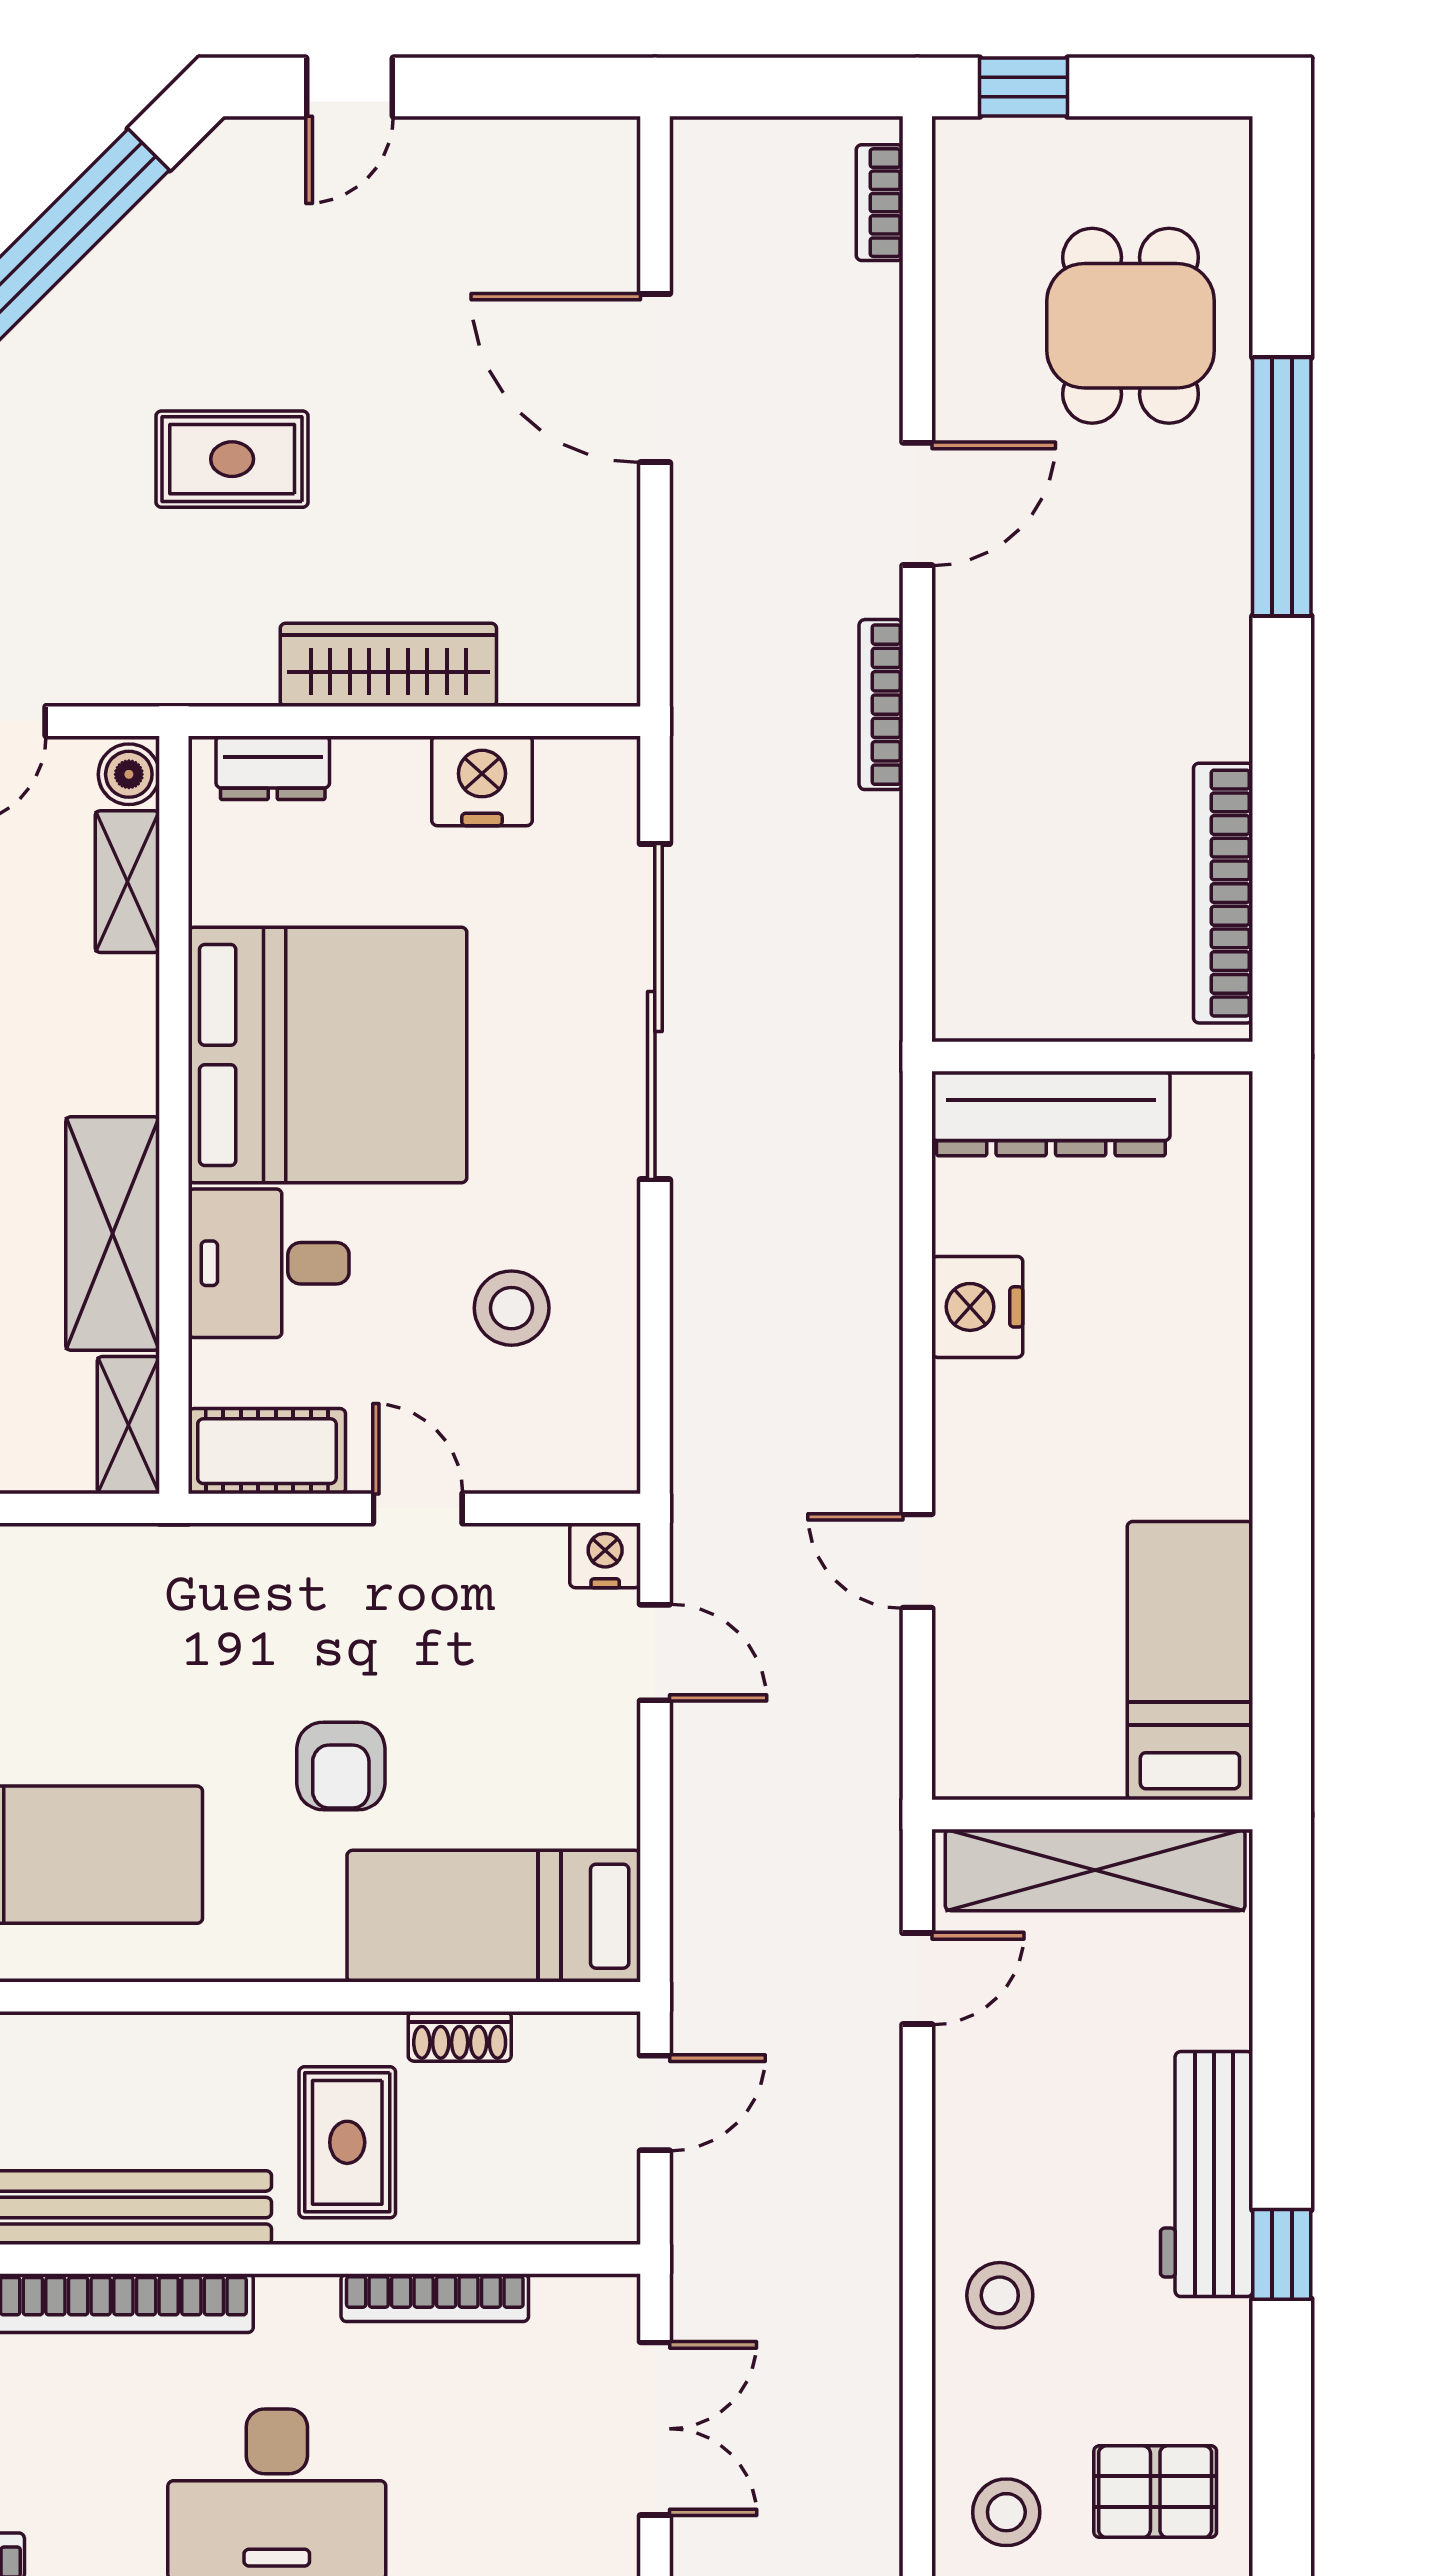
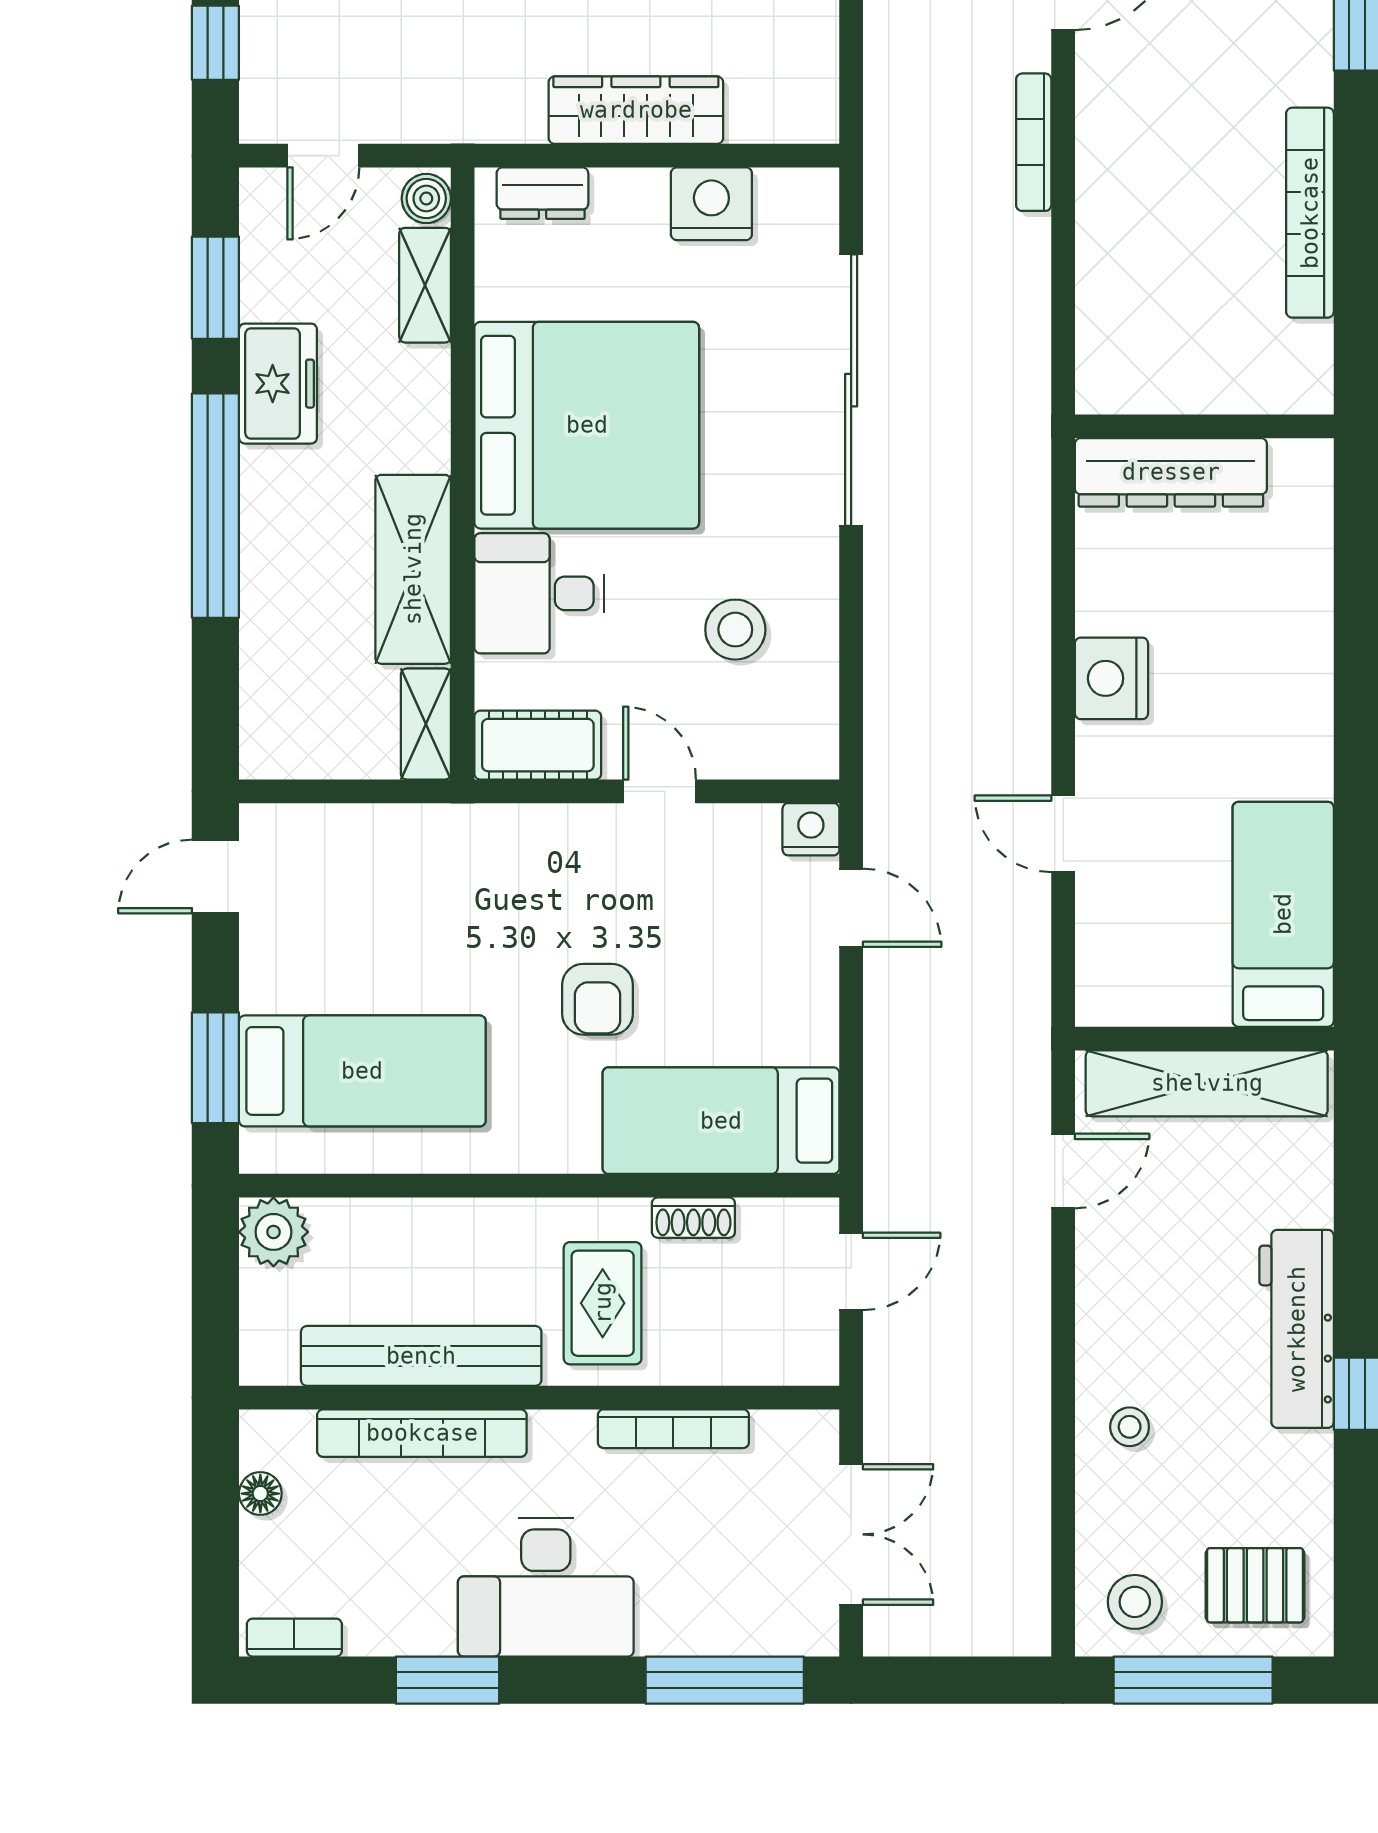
bookcase: (1223, 893) -> (1310, 213), moved
nightstand: (977, 1307) -> (1111, 678), moved
stool: (1000, 2295) -> (1130, 1427), width x0.73, depth x0.73

